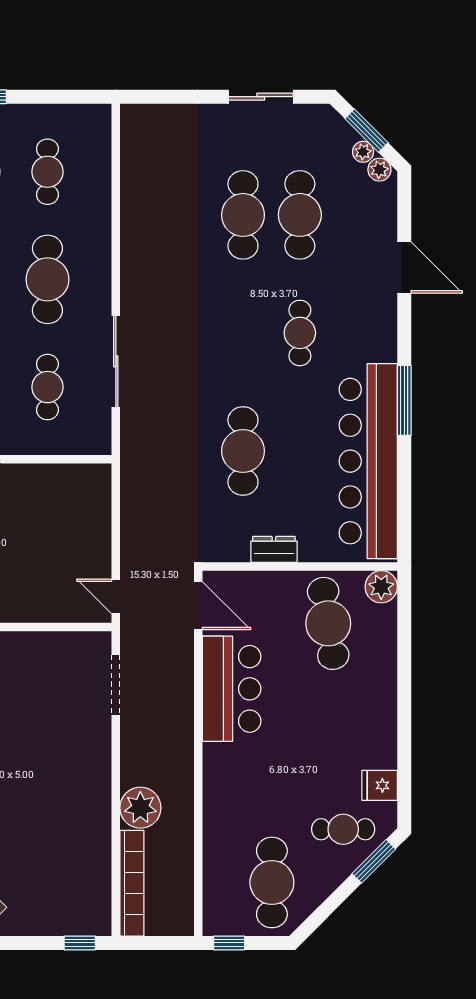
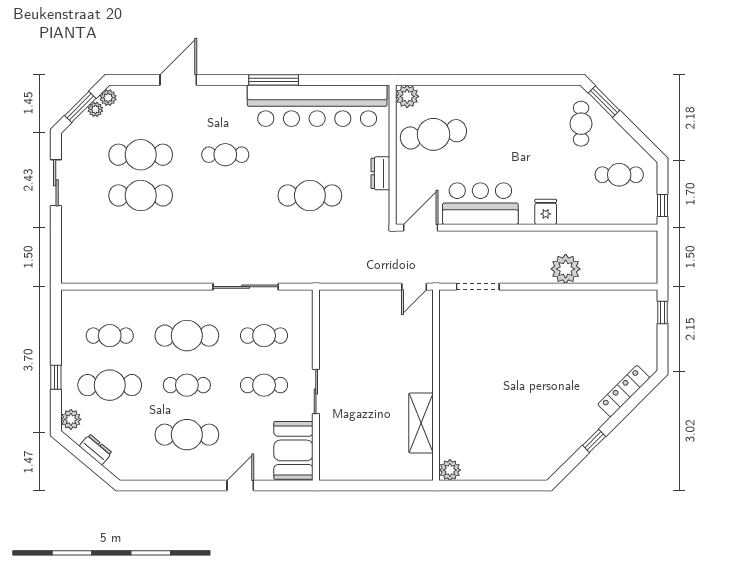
fridge: (380, 785) -> (546, 212), moved, turned 180
cafe table: (272, 882) -> (619, 175), width x0.73, depth x0.74
bookcase: (132, 883) -> (620, 275), removed

